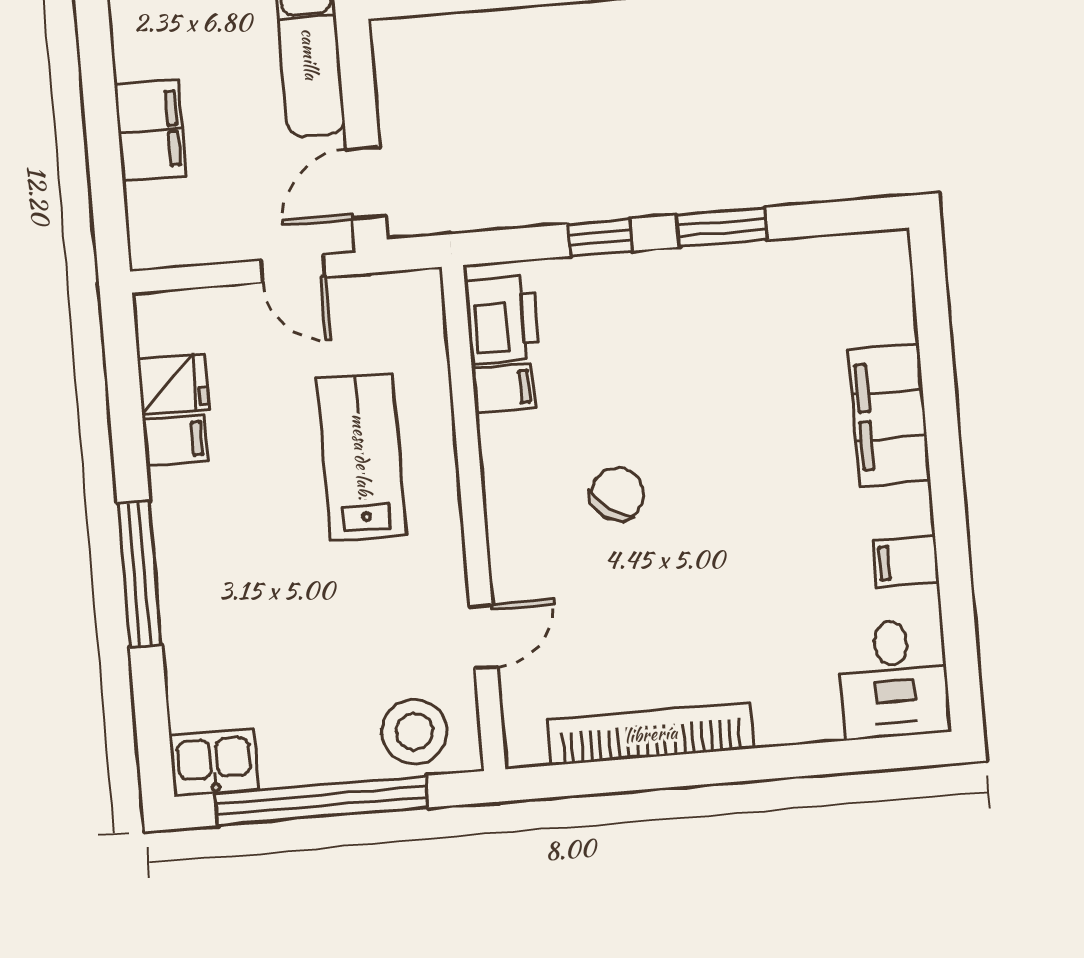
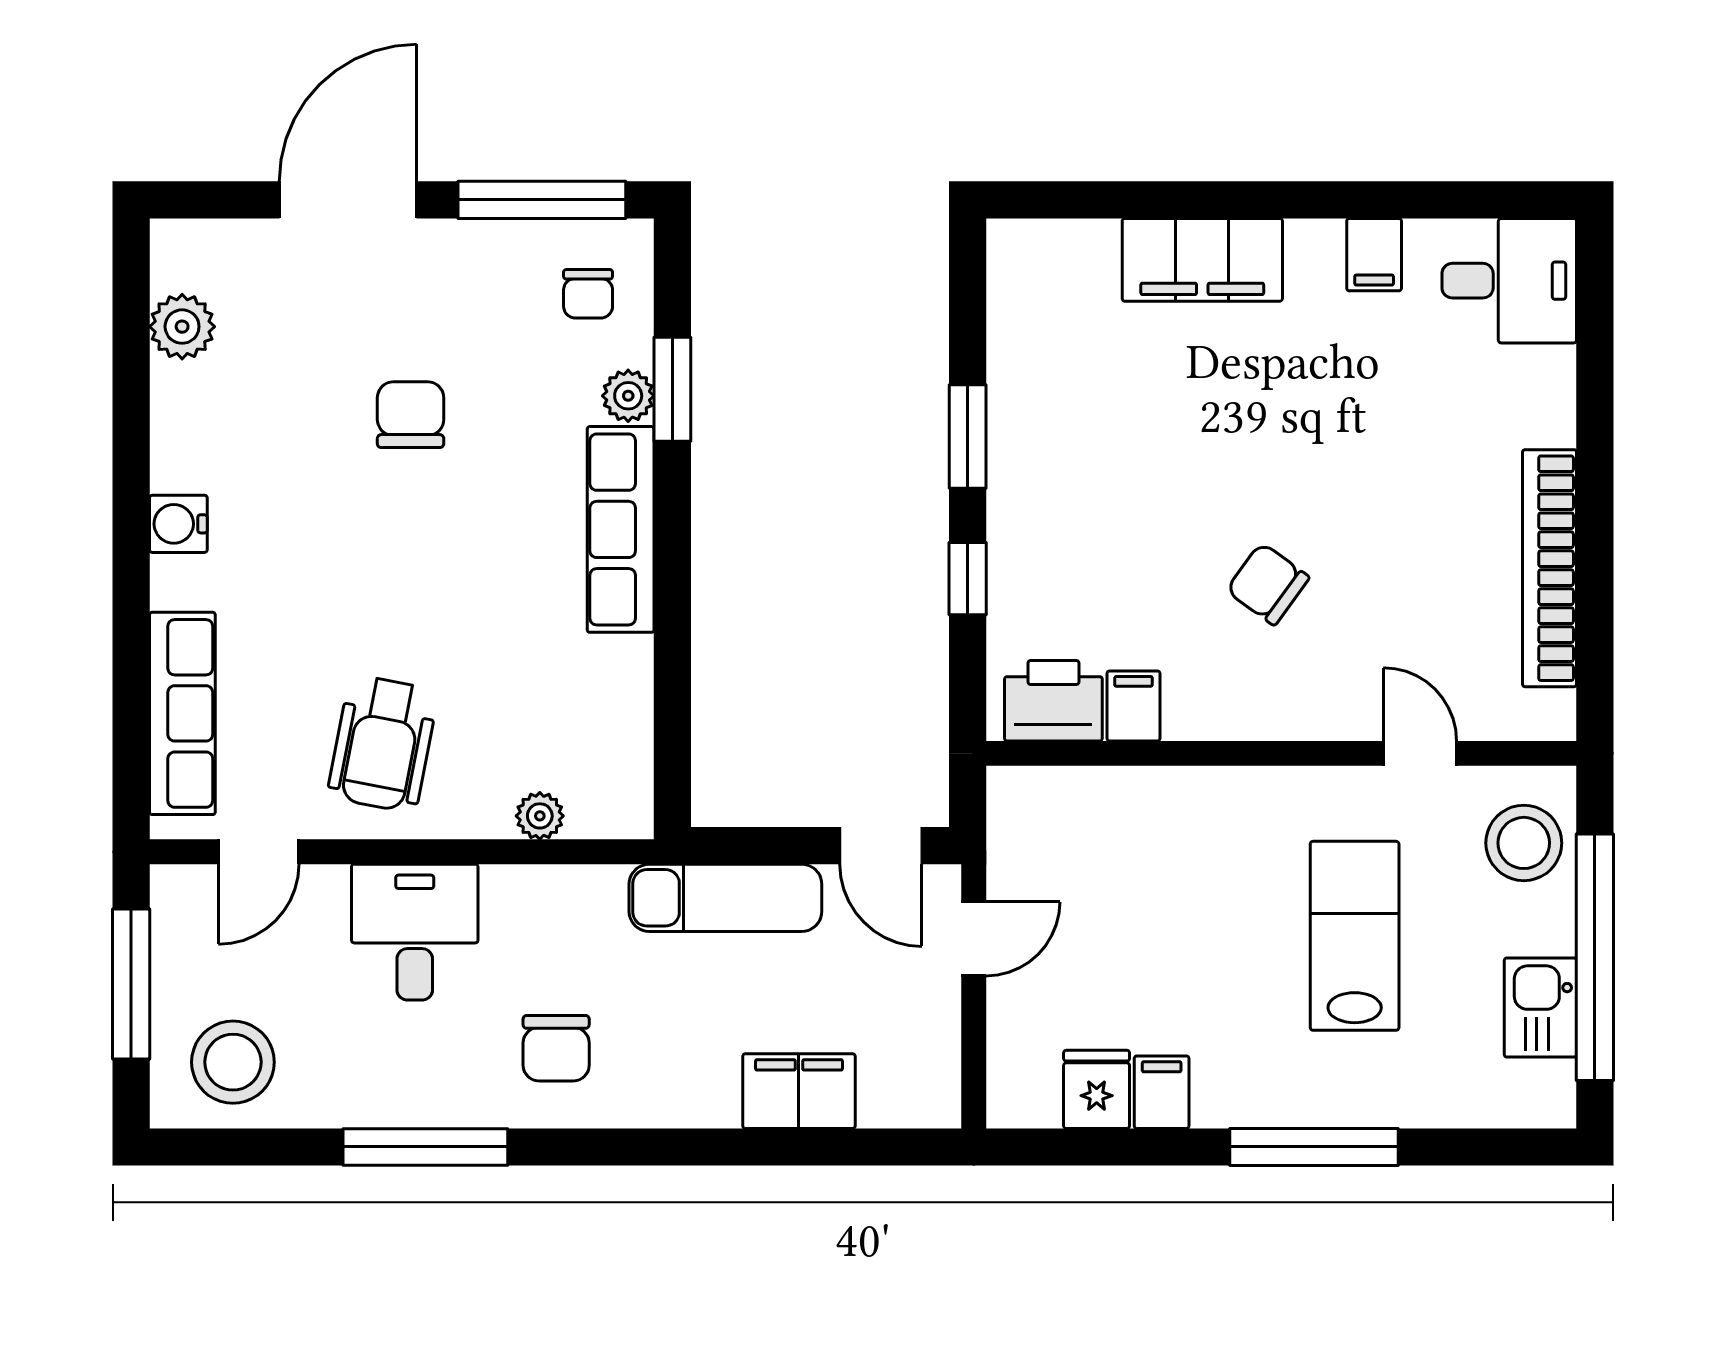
lab bench: (362, 457) -> (1355, 936), moved, turned 90
kitchen sink: (214, 763) -> (1540, 1007), moved

